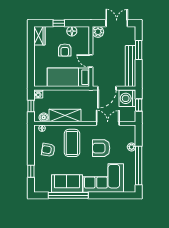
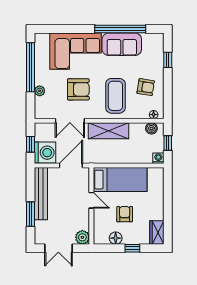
shelving: (65, 116) -> (108, 131), moved

